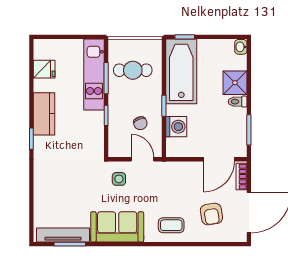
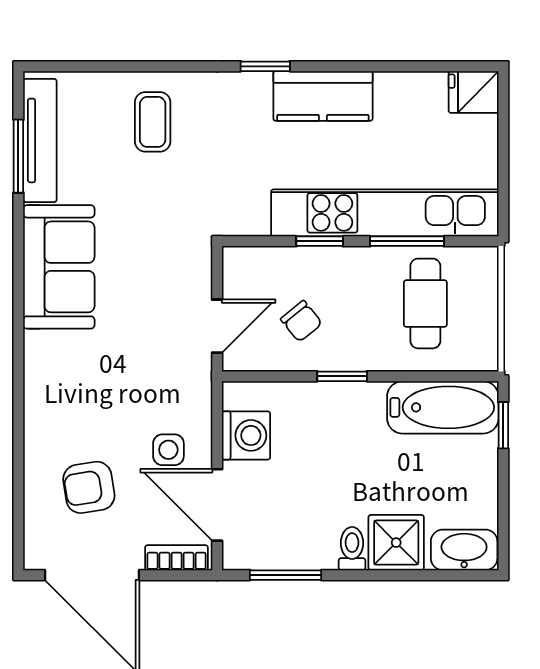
washbasin: (241, 47) -> (464, 550), width x1.91, depth x1.45
fridge: (44, 69) -> (474, 92), moved, turned 90
bathtub: (181, 71) -> (443, 407), width x0.73, depth x0.73
kitchen unit: (94, 75) -> (385, 213), width x1.36
chair: (140, 123) -> (301, 321), turned -108
washing machine: (176, 127) -> (246, 435), moved, turned -90
side table: (119, 179) -> (168, 450), moved
coffee table: (171, 225) -> (153, 122), moved

